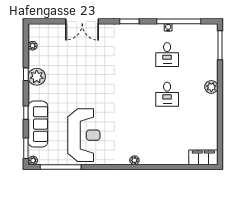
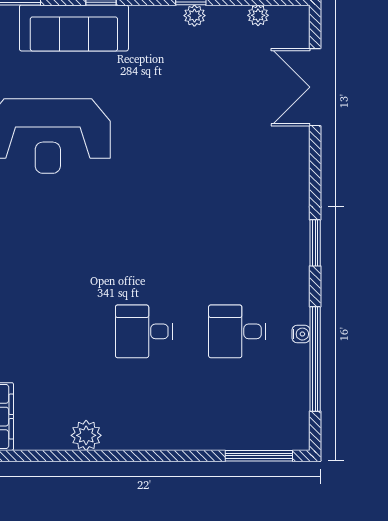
double door: (82, 21) -> (315, 87), moved
plant: (37, 77) -> (194, 16), width x0.53, depth x0.53
plant: (211, 87) -> (86, 435), moved

